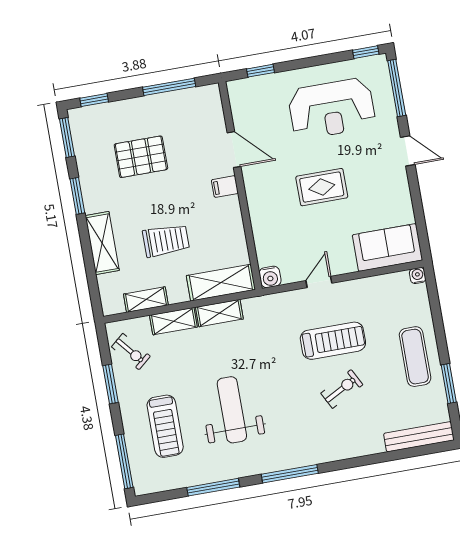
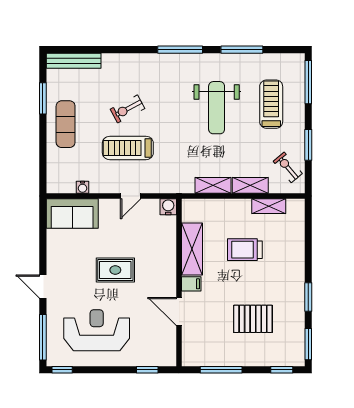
shelving: (102, 243) -> (295, 256), removed
water cooler: (418, 276) -> (82, 187), moved
shelving: (221, 283) -> (192, 249), moved, turned 90

